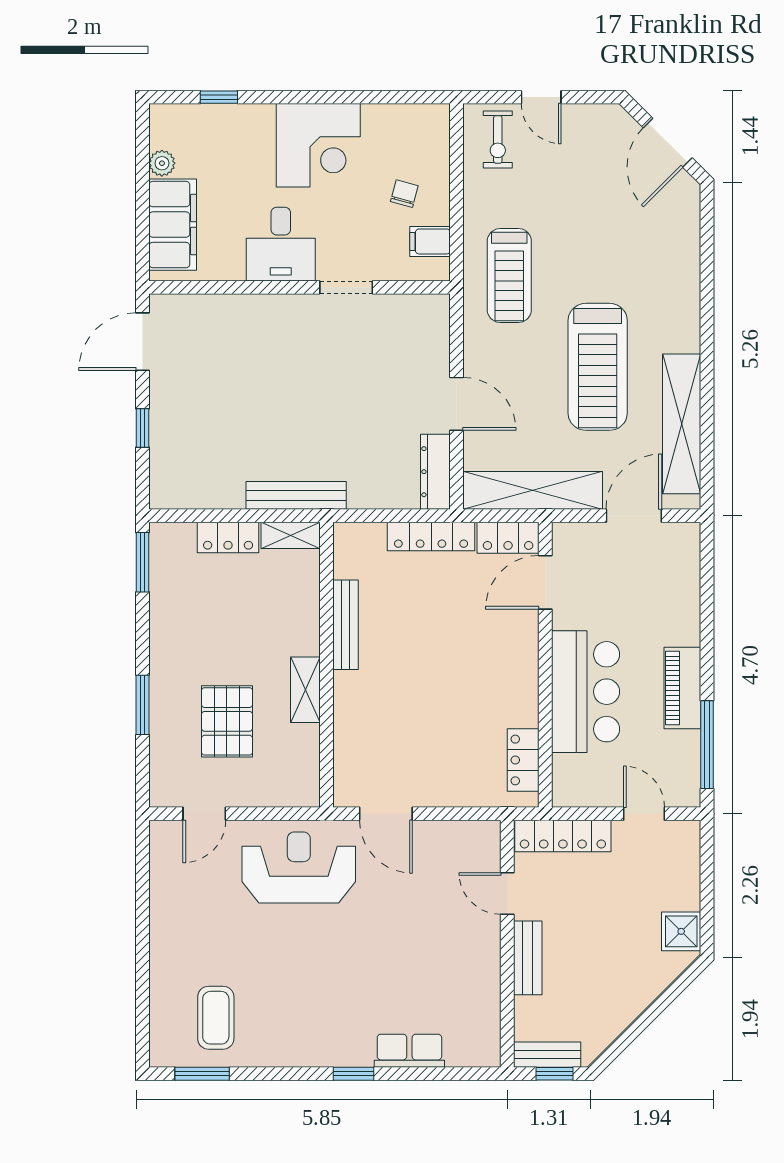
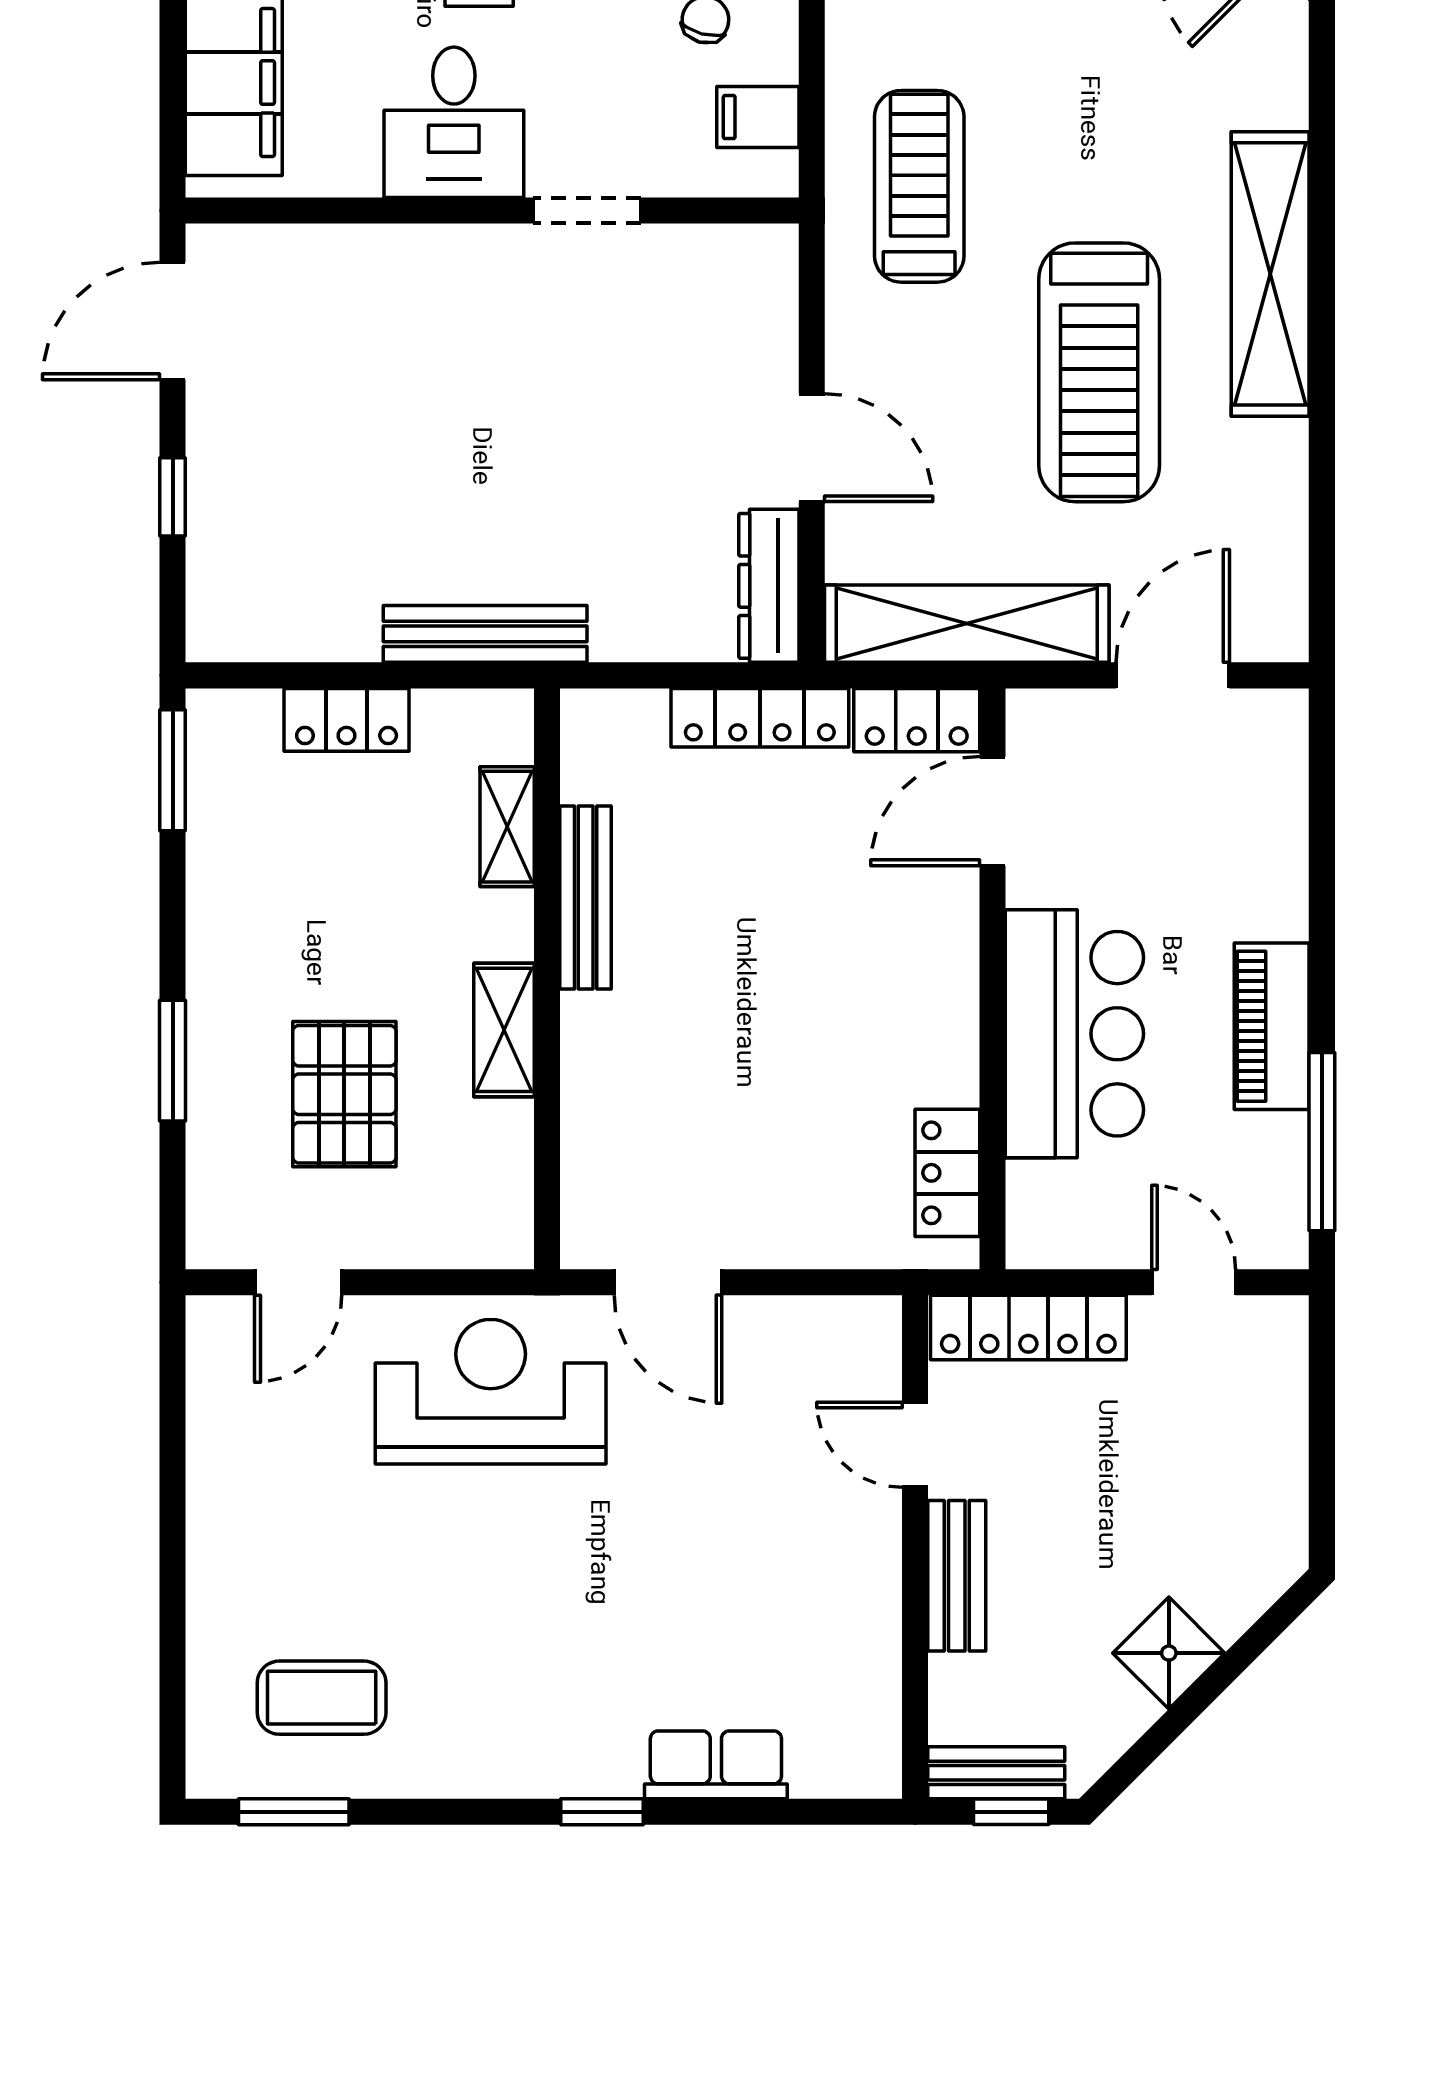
treadmill: (509, 275) -> (919, 186), turned 180
shelving: (682, 424) -> (1270, 274), moved
shelving: (291, 535) -> (507, 827), moved, turned 90
shower: (681, 931) -> (1169, 1653), moved, turned 45
coffee table: (216, 1018) -> (322, 1698), turned 90

